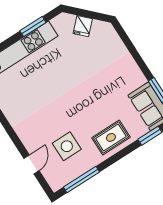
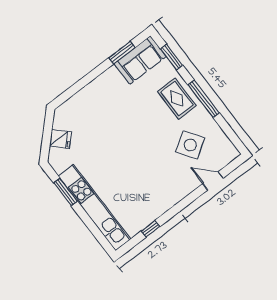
side table: (67, 146) -> (190, 145), turned -34
window: (82, 180) -> (204, 99), moved

